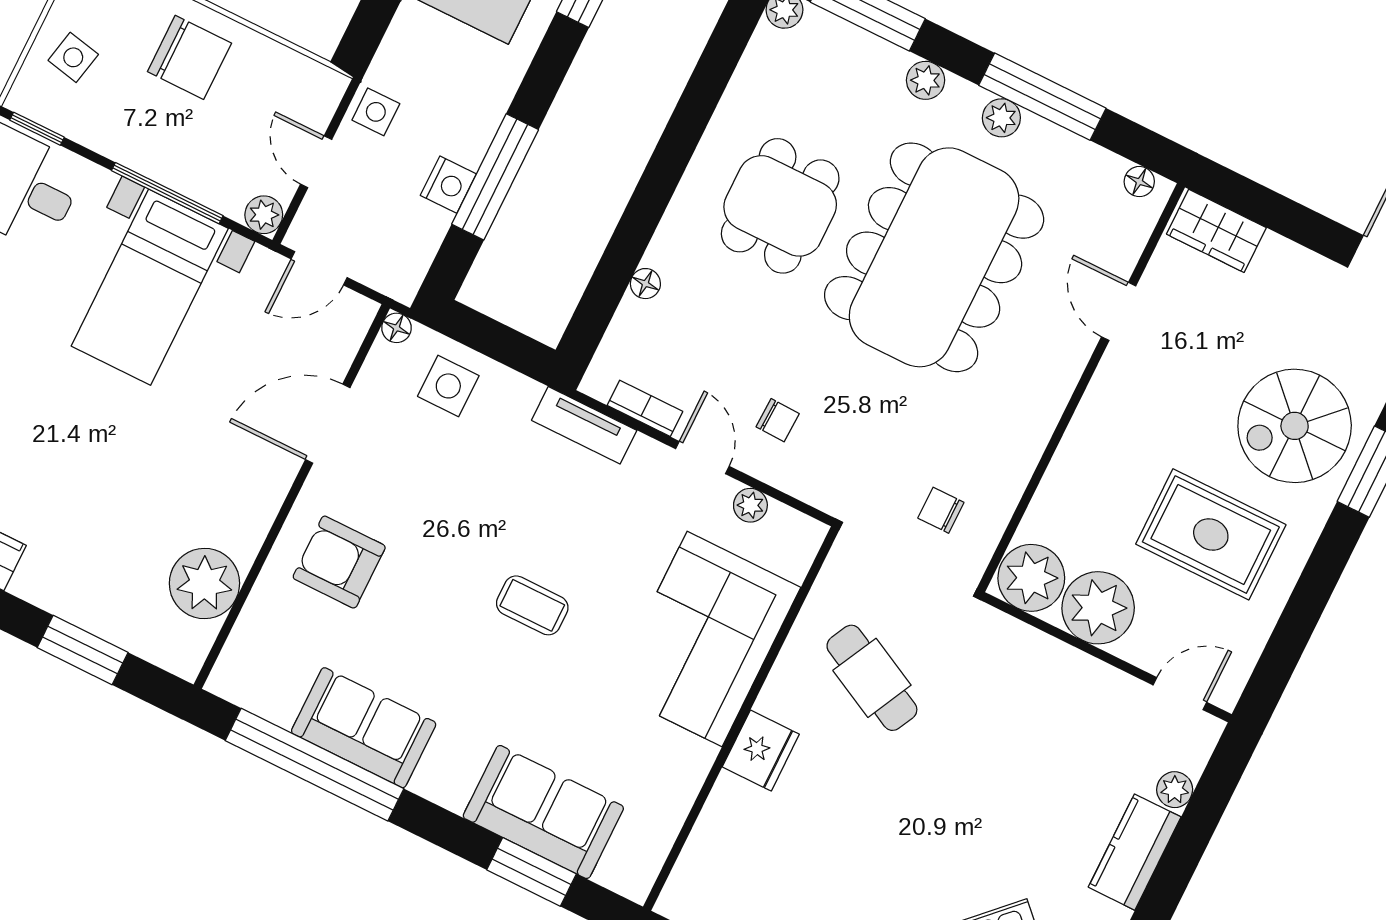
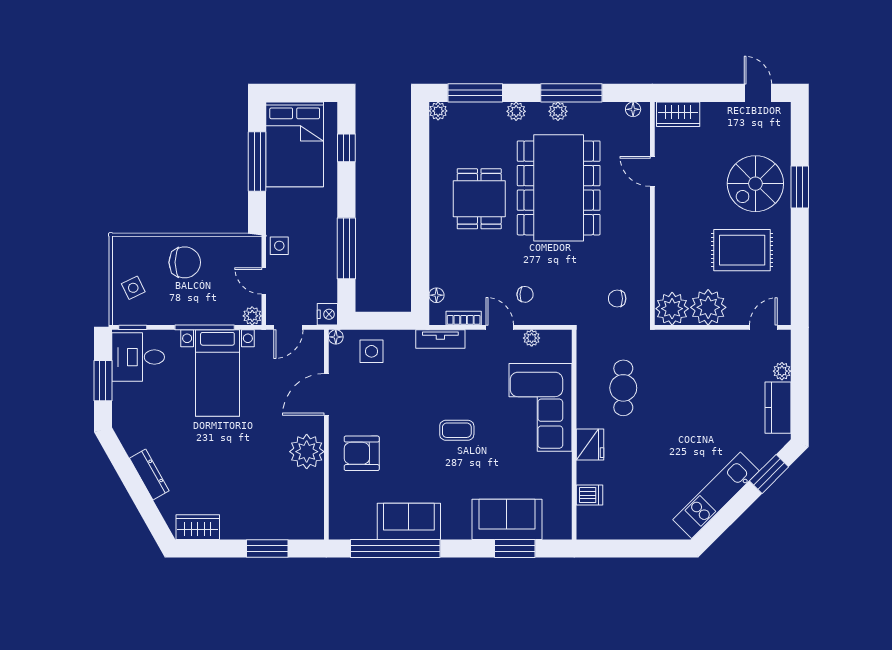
side table: (73, 57) -> (133, 288), turned -38
nightstand: (448, 185) -> (327, 314), moved
floor lamp: (645, 284) -> (436, 295), moved
plant: (204, 584) -> (307, 452), moved
cafe table: (872, 678) -> (623, 388), turned 63
dishwasher: (715, 842) -> (589, 495), added

